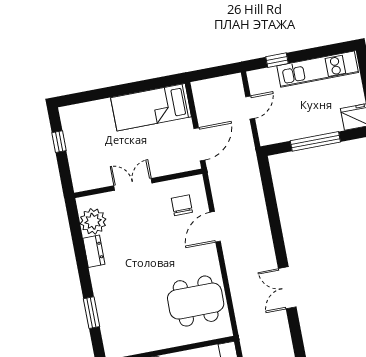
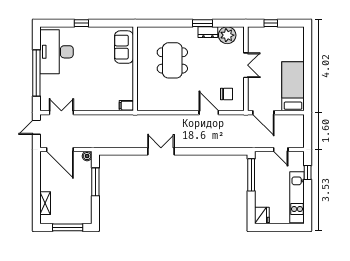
window: (315, 141) -> (251, 175), moved
window: (59, 142) -> (271, 23), moved
dining table: (196, 301) -> (172, 60), moved
window: (92, 313) -> (202, 23), moved

